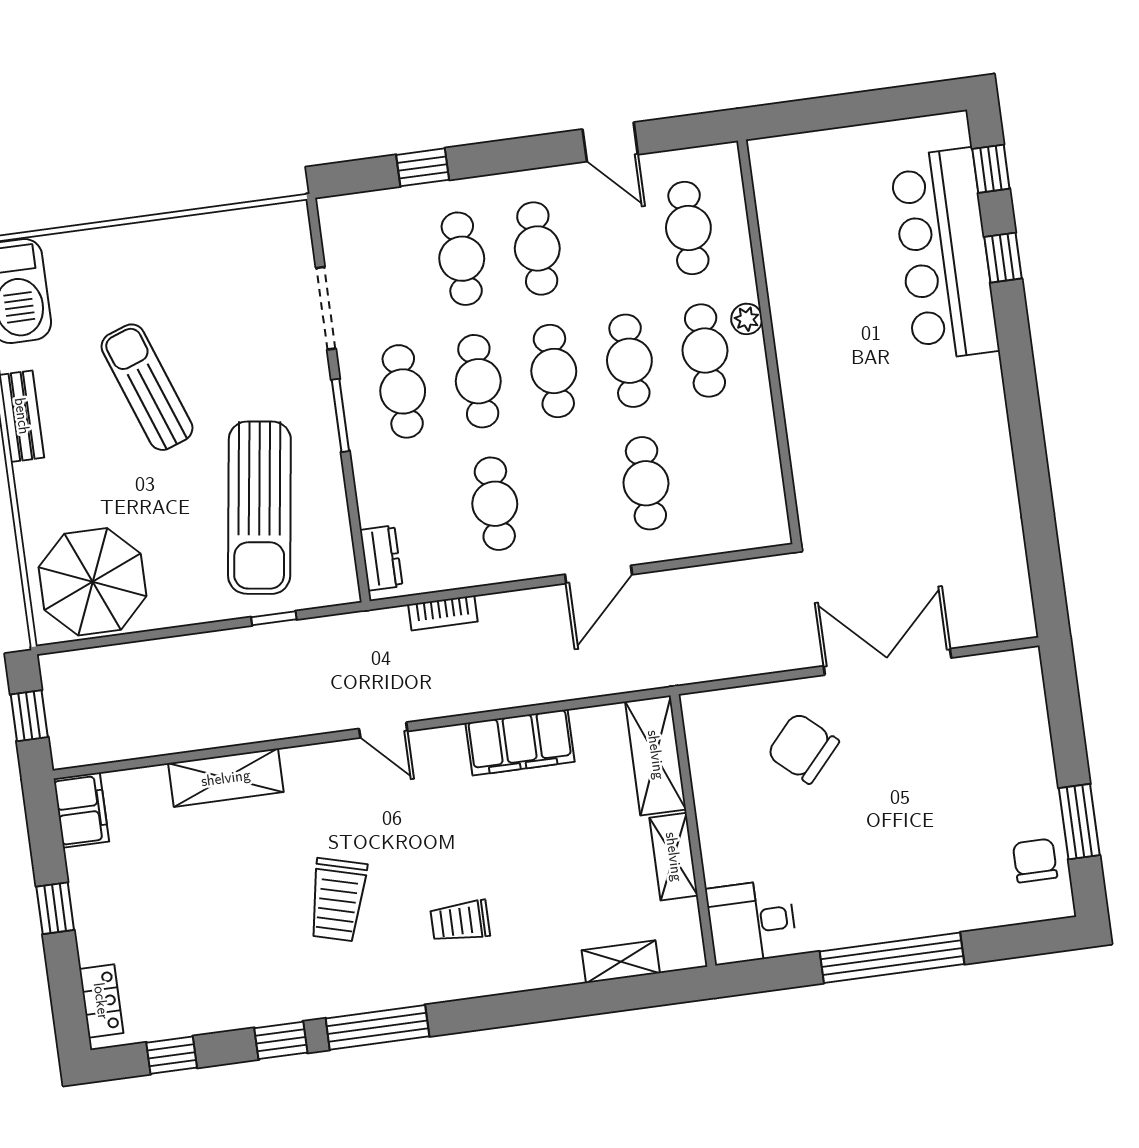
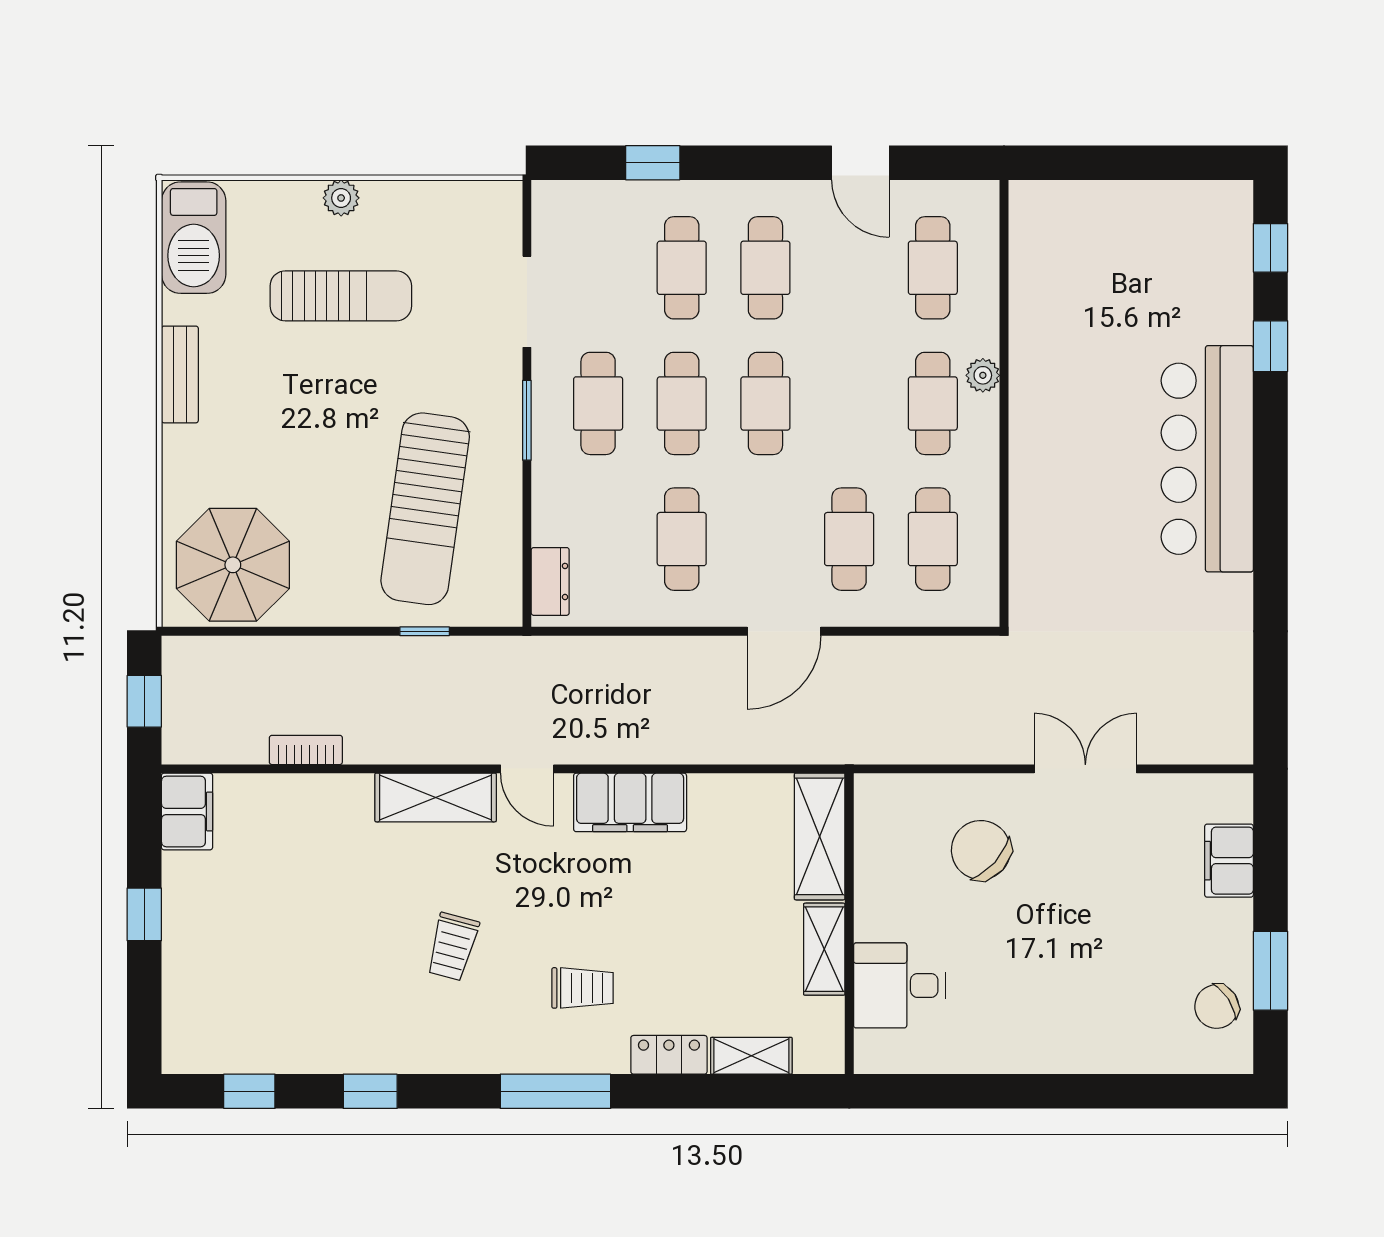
plant: (145, 237) -> (341, 198), added
bar counter: (944, 254) -> (1207, 459), moved
cafe table: (629, 361) -> (933, 539), moved
sun lounger: (147, 387) -> (341, 296), moved, turned 110
bookcase: (443, 613) -> (306, 750), moved, turned 180
double door: (887, 662) -> (1085, 769), width x0.73
filing cabinet: (1028, 727) -> (1229, 861), added
filing cabinet: (520, 742) -> (630, 802), moved
shelving: (226, 778) -> (436, 797), moved
chair: (1035, 860) -> (1217, 1006), turned -123
trolley: (338, 900) -> (453, 947), width x0.73, depth x0.72
trolley: (460, 921) -> (583, 988), turned 180
desk: (752, 922) -> (899, 985), moved
window: (892, 958) -> (1047, 1091), removed
locker: (101, 1001) -> (669, 1055), moved, turned -90
window: (377, 1027) -> (555, 1091), moved

